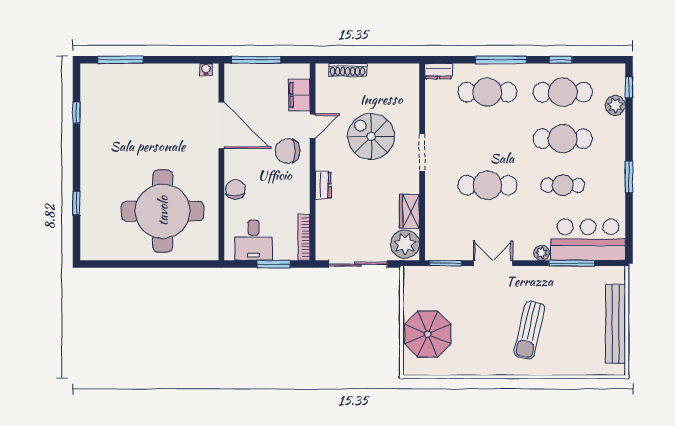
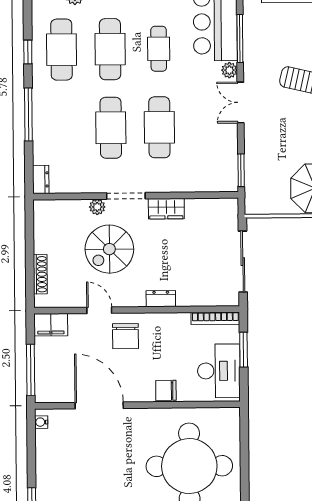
cafe table: (487, 92) -> (111, 128), moved
filing cabinet: (299, 95) -> (51, 325), moved
door: (221, 125) -> (99, 405), hinge flipped
wardrobe: (409, 211) -> (166, 209), moved
desk: (254, 240) -> (219, 371), width x1.37
plant: (405, 244) -> (97, 207), moved, width x0.53, depth x0.53
double door: (493, 263) -> (240, 102), moved

